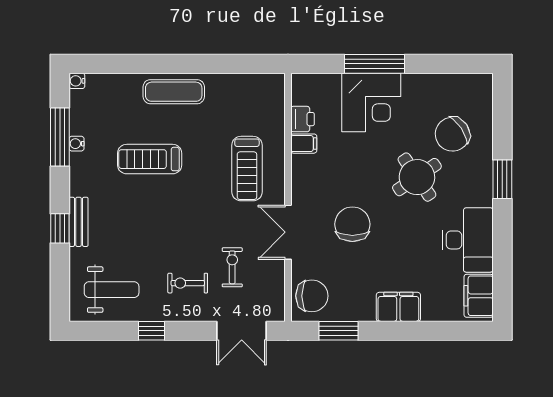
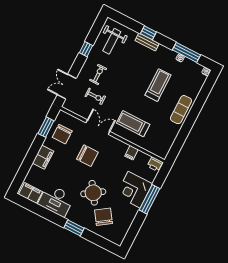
printer: (302, 119) -> (155, 164), moved
chair: (312, 296) -> (62, 134), moved

